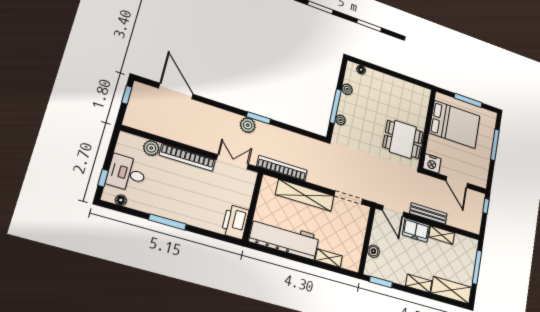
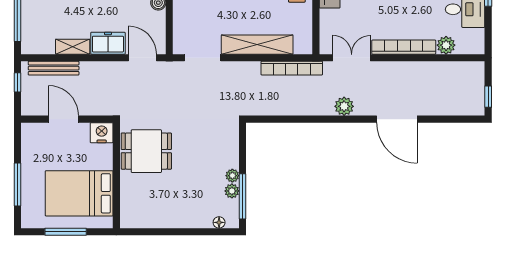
door: (176, 91) -> (397, 119), moved
window: (335, 106) -> (243, 196), moved
window: (259, 118) -> (333, 119), removed
plant: (340, 120) -> (232, 176), moved
double door: (232, 162) -> (352, 58), swing flipped
window: (486, 206) -> (17, 82), moved
bench: (428, 213) -> (54, 68), moved

